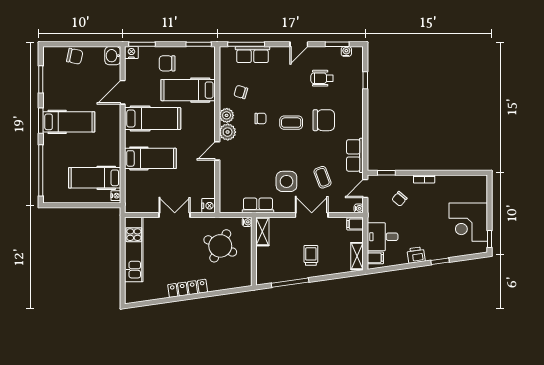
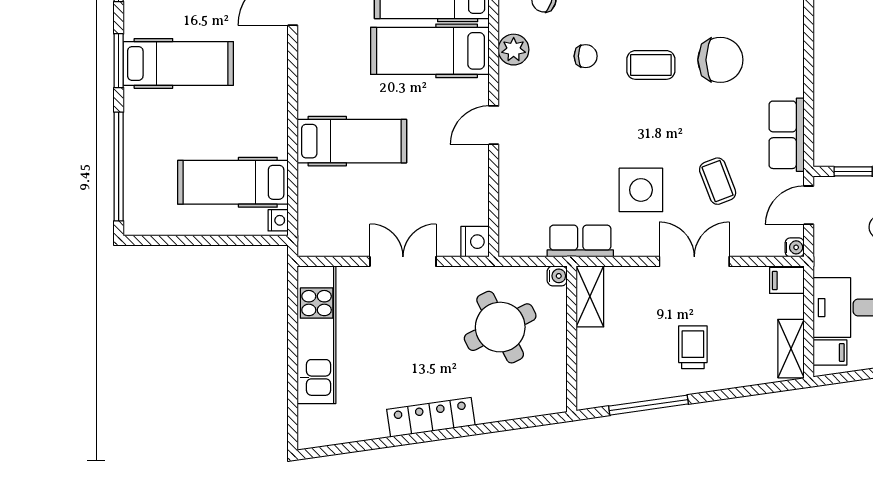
hospital bed: (153, 119) -> (430, 51), moved, turned 180
plant: (228, 132) -> (516, 85), removed
round table: (220, 246) -> (500, 327), turned 36

